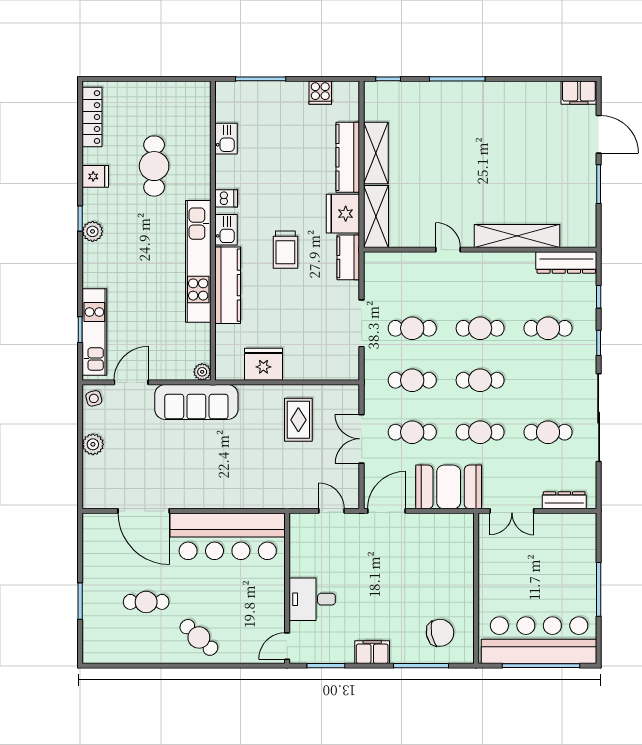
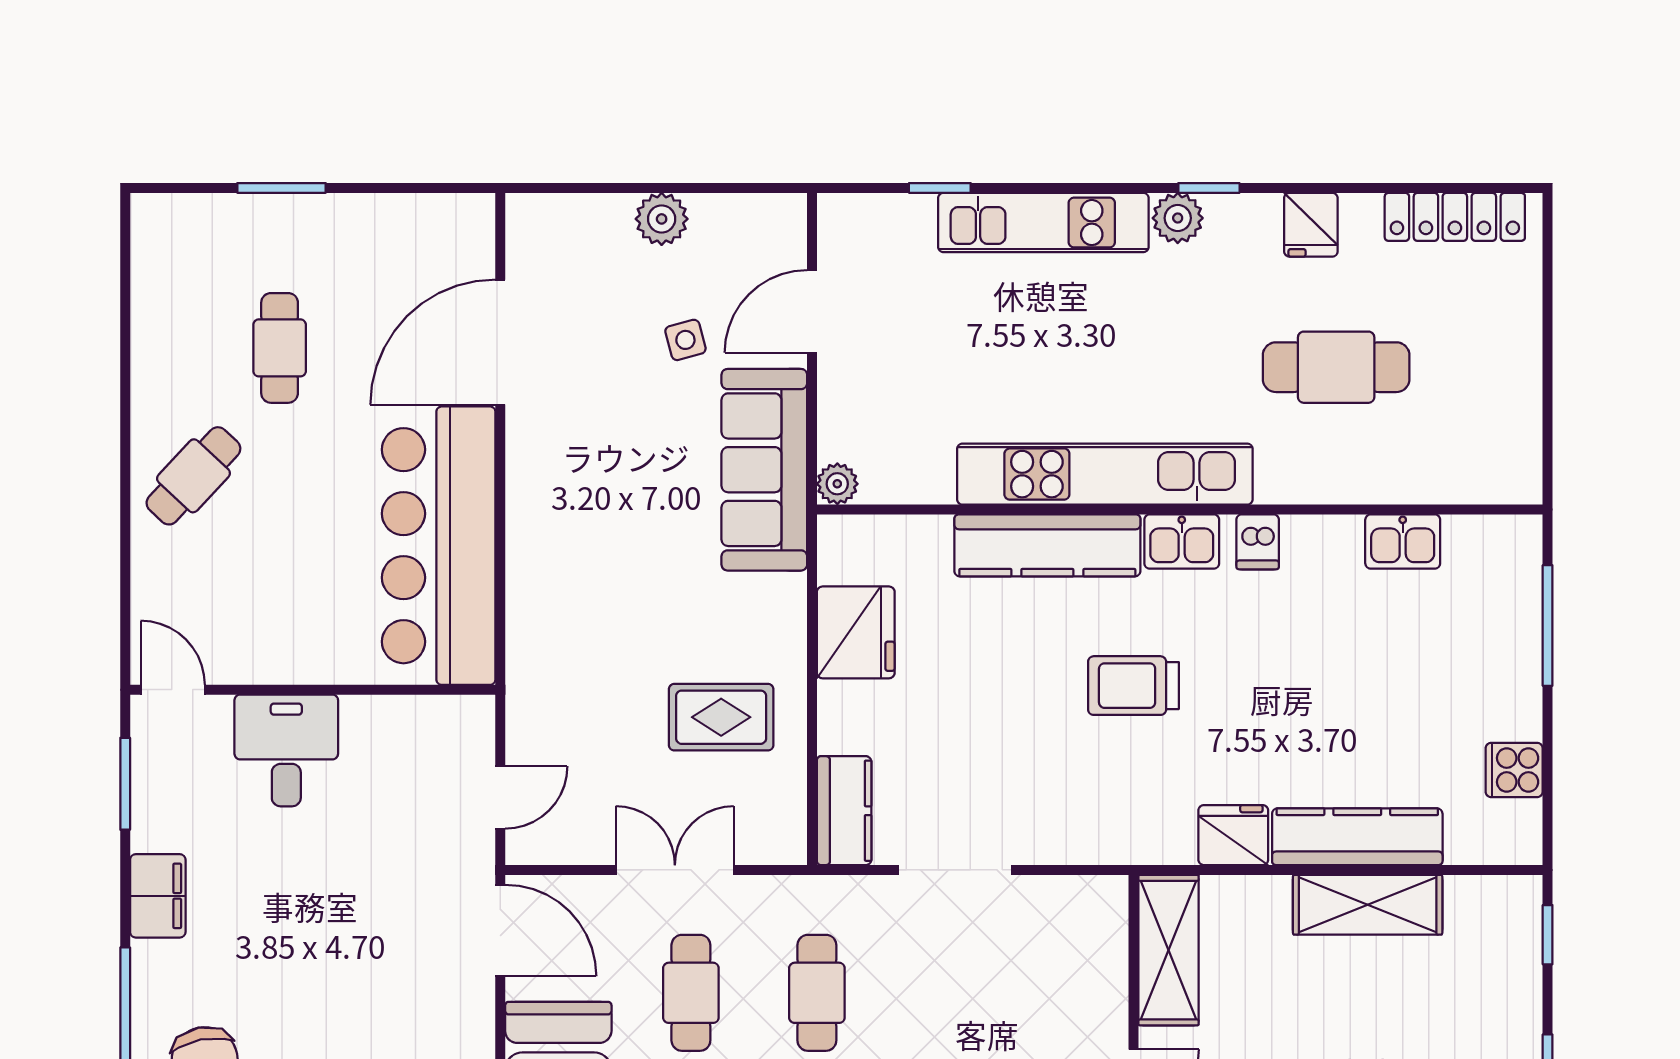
fridge: (343, 214) -> (1233, 835), width x0.73, depth x0.75
shelving: (376, 217) -> (1169, 950), moved, turned 90
kitchen counter: (348, 257) -> (844, 811), moved, turned 90
cafe table: (412, 328) -> (943, 993), removed
kitchen unit: (94, 332) -> (1043, 223), moved
door: (131, 382) -> (812, 311), swing flipped
side table: (94, 398) -> (685, 340), moved

